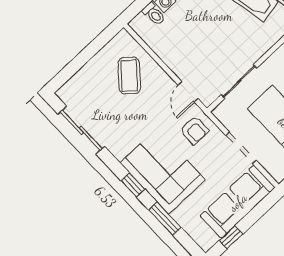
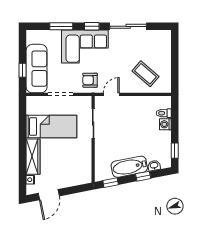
door: (188, 92) -> (111, 94), hinge flipped
sliding door: (81, 130) -> (128, 26), moved
window: (231, 237) -> (23, 70), moved

